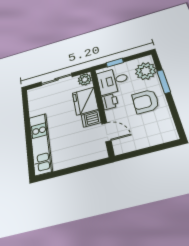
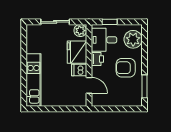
window: (164, 81) -> (144, 86), moved

